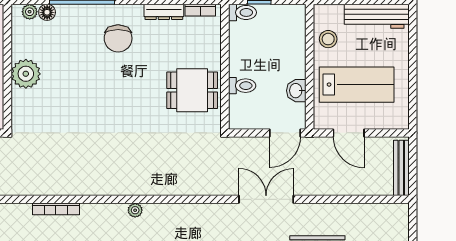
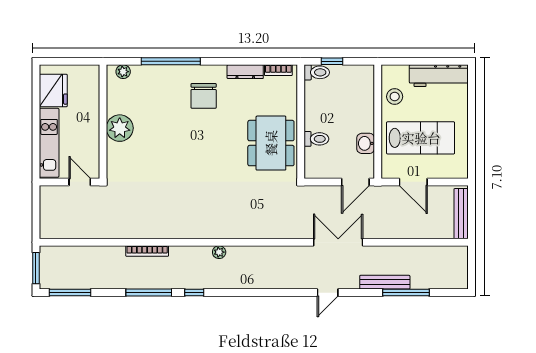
floor lamp: (47, 12) -> (139, 72), removed
dining table: (192, 90) -> (271, 143), width x1.38

